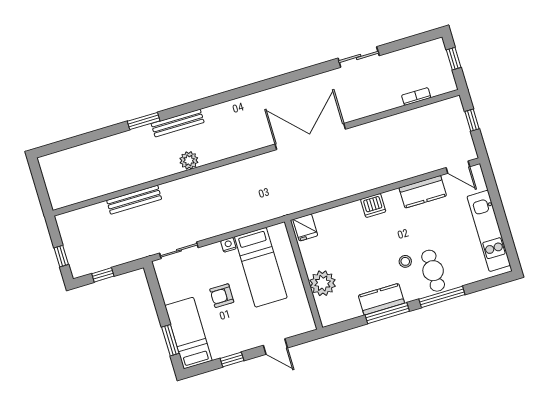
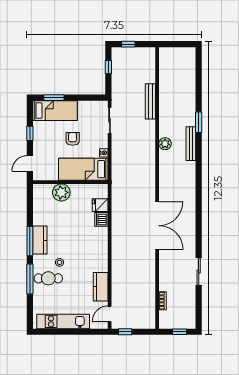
window: (472, 120) -> (125, 332), moved
dishwasher: (373, 205) -> (101, 219), moved
wall: (304, 275) -> (70, 182), moved
plant: (323, 283) -> (61, 192), moved

